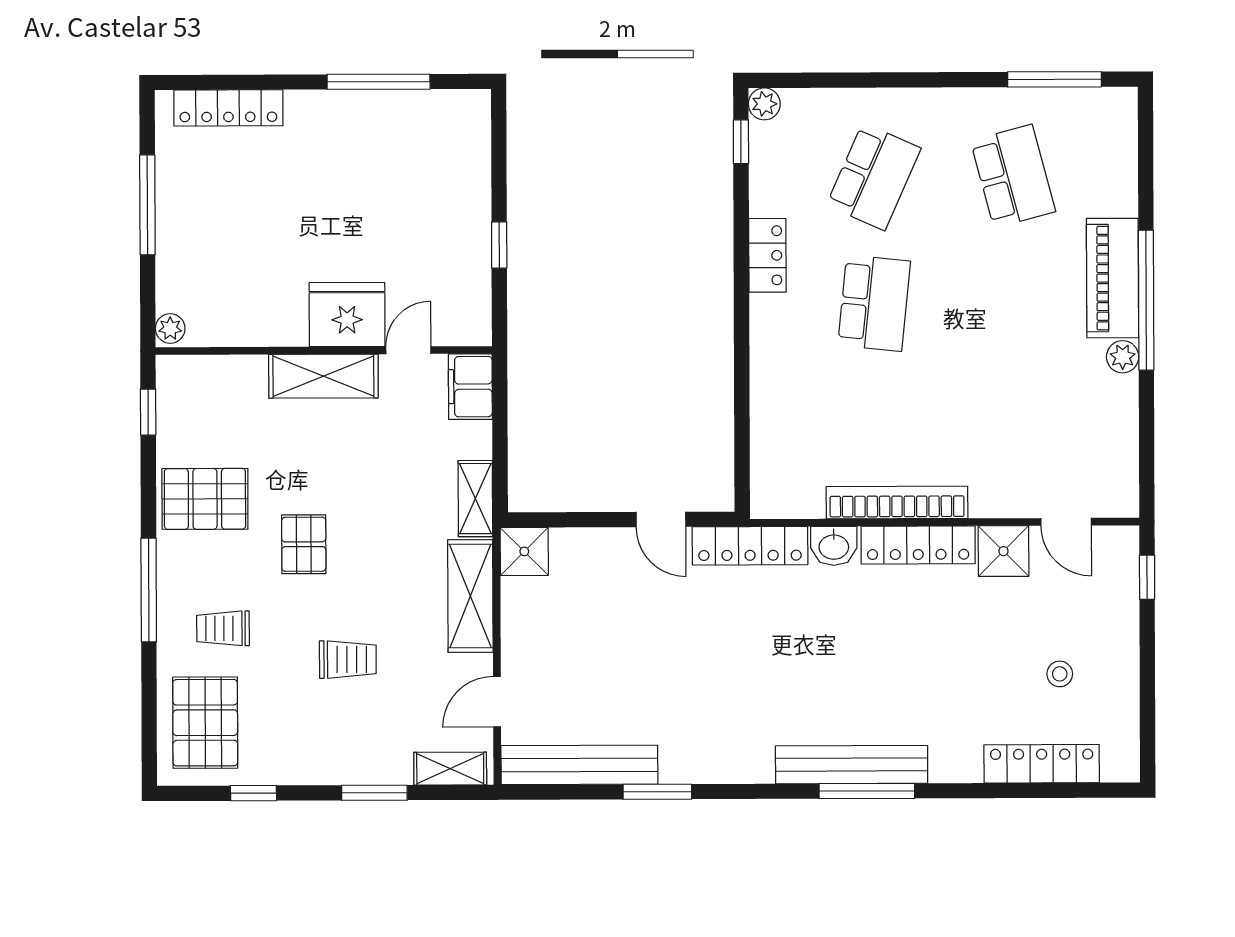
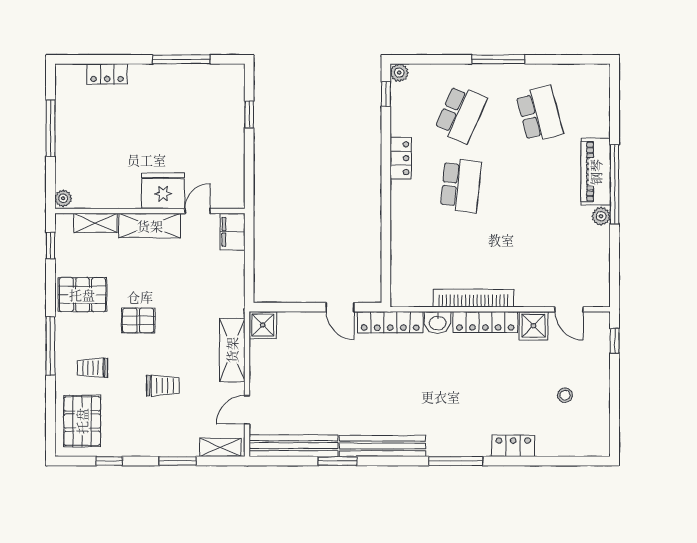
window: (1054, 79) -> (498, 59), moved
locker: (228, 108) -> (107, 74), width x0.66
window: (499, 245) -> (249, 114), moved
shelving: (475, 499) -> (95, 223), moved, turned 90
pallet: (304, 544) -> (138, 320), turned 90
locker: (1042, 764) -> (513, 446), moved, width x0.66
bench: (852, 765) -> (382, 446), moved

